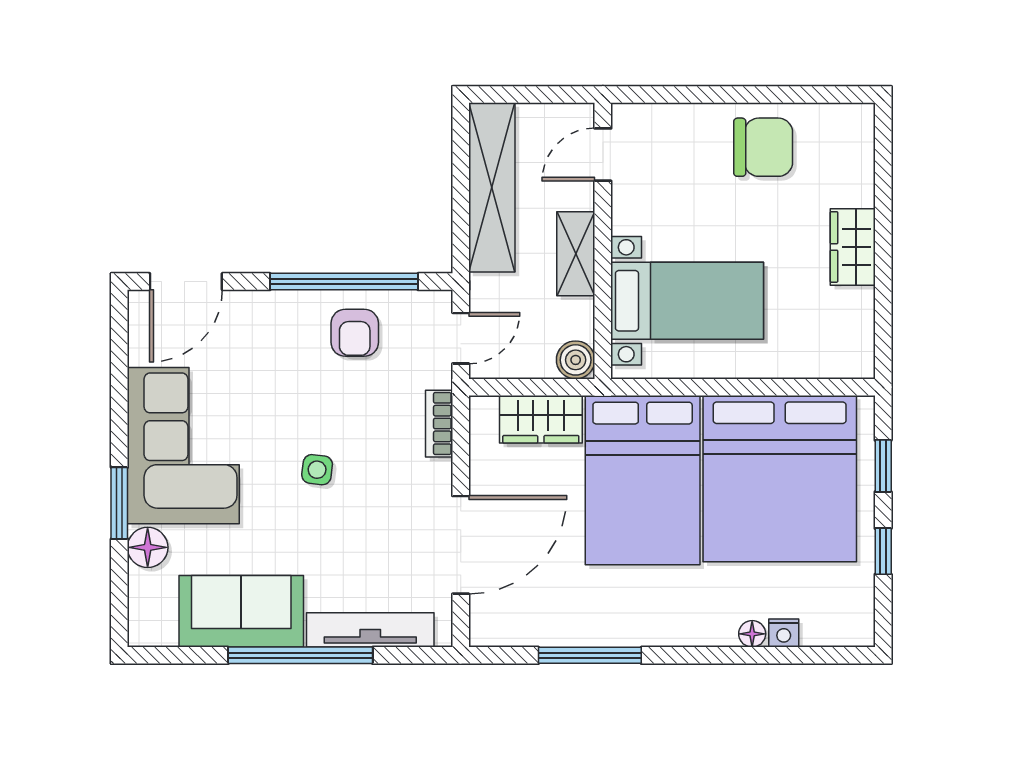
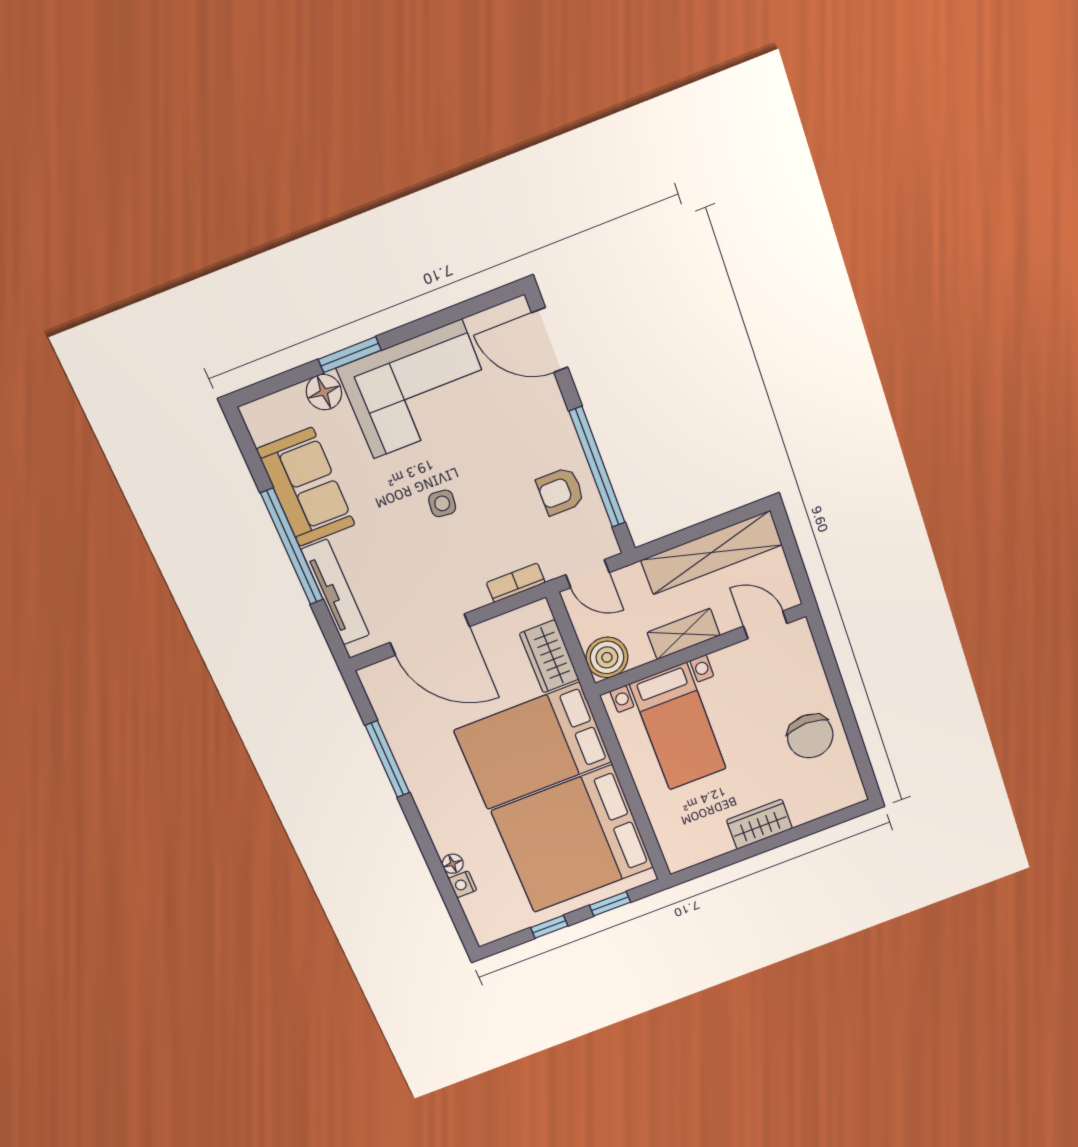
boiler: (576, 360) -> (607, 657), width x1.36, depth x1.36

